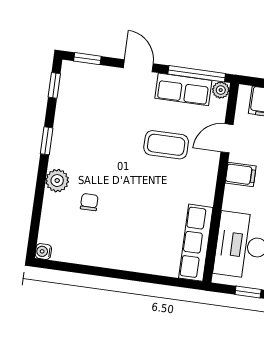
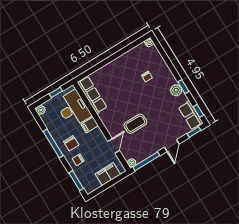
door: (138, 66) -> (172, 146), hinge flipped
row of seats: (183, 89) -> (191, 115), moved, turned -90
filing cabinet: (241, 174) -> (90, 125), moved
plant: (57, 181) -> (176, 90), moved

